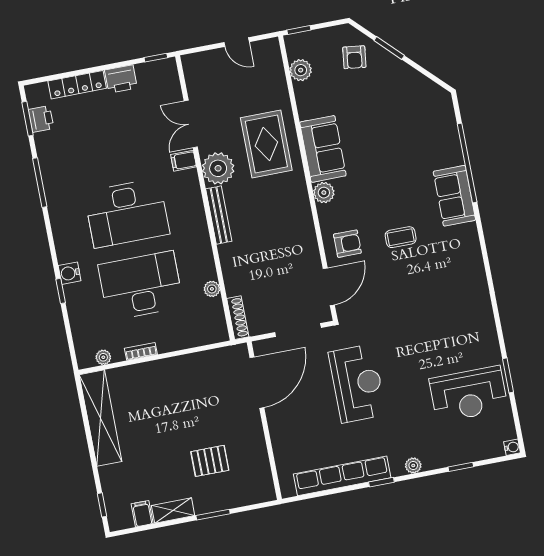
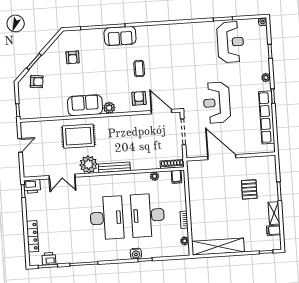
plant: (301, 70) -> (40, 112), removed
printer: (121, 79) -> (32, 186), moved, turned 90
armchair: (406, 116) -> (73, 57), added
filing cabinet: (184, 161) -> (177, 177), moved
door: (257, 383) -> (222, 157), moved
reception desk: (357, 383) -> (217, 103), turned -90

